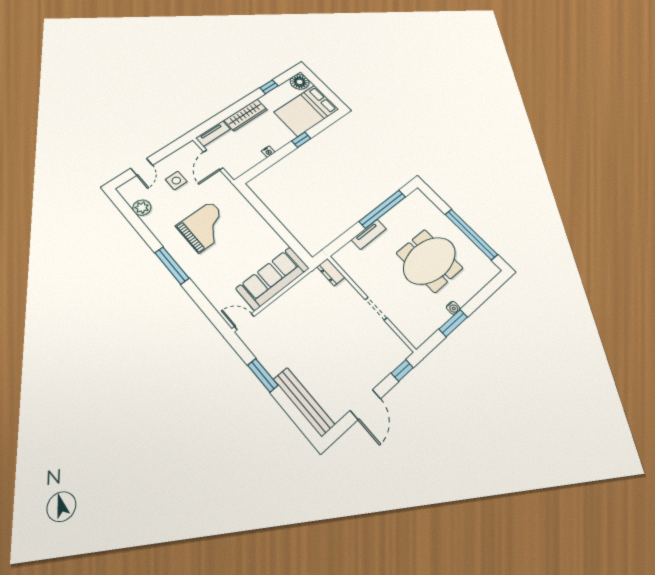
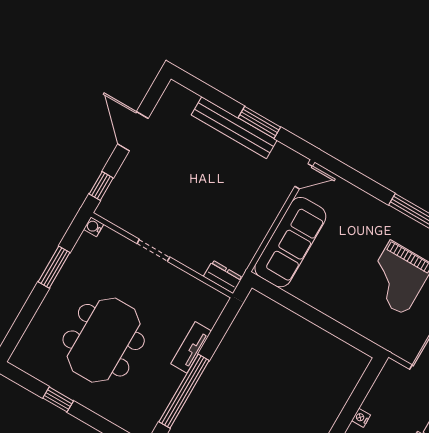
window: (471, 234) -> (58, 399), width x0.32
water cooler: (453, 308) -> (94, 227), moved
bench: (304, 402) -> (234, 128), moved

